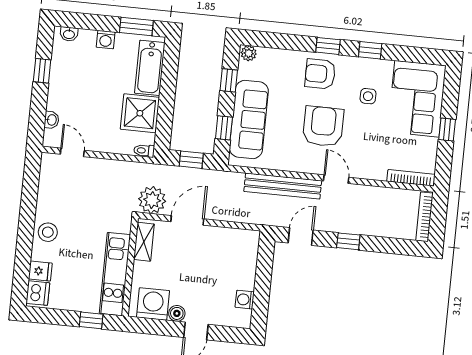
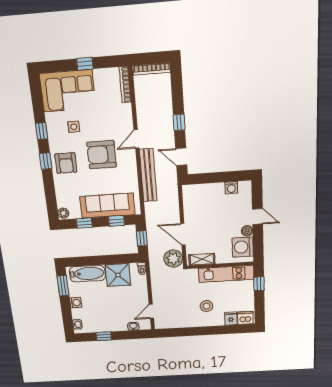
stool: (48, 232) -> (206, 306), moved

